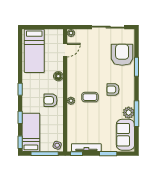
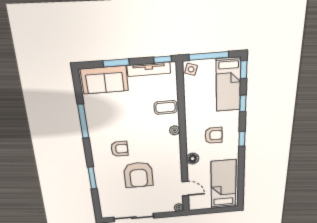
door: (65, 50) -> (185, 189), swing flipped
armchair: (122, 55) -> (138, 175), moved
coffee table: (90, 97) -> (166, 107), moved
armchair: (51, 100) -> (214, 135), moved
plant: (129, 113) -> (94, 122), removed
sofa: (125, 135) -> (105, 80), moved, turned 90

